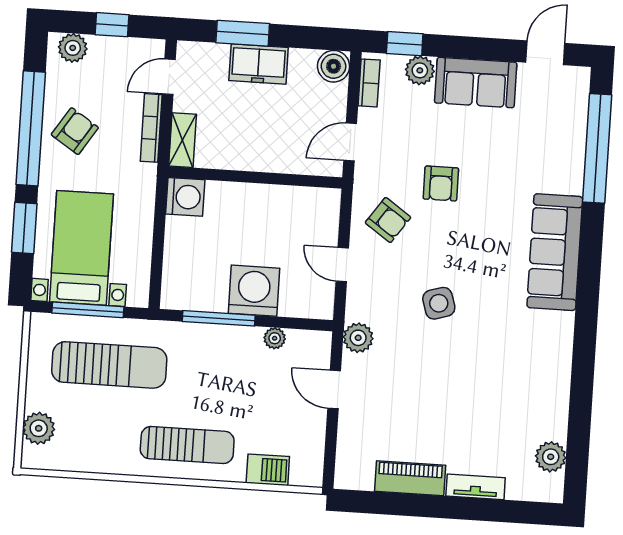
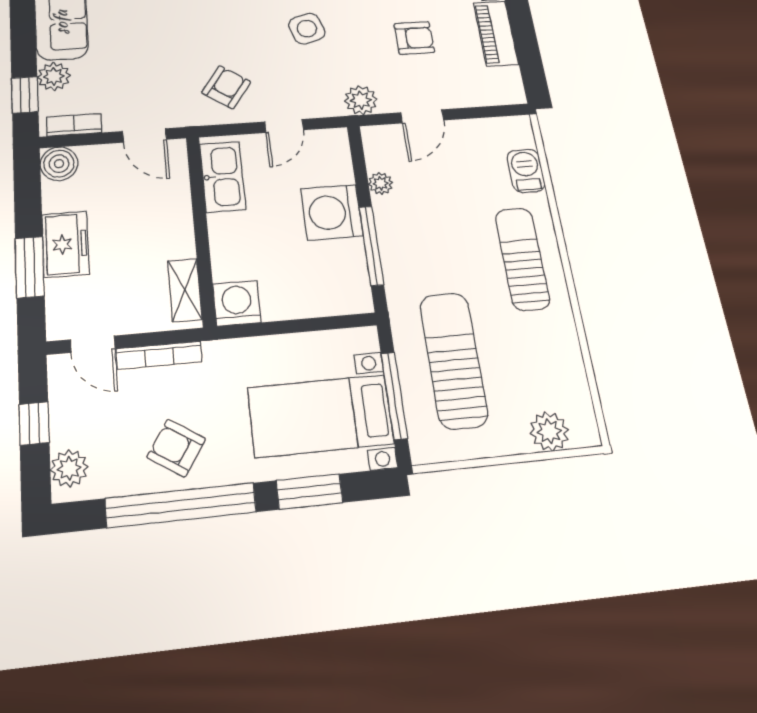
shelving: (183, 140) -> (185, 290), moved, turned 90
armchair: (441, 183) -> (414, 38), moved
kitchen sink: (301, 203) -> (223, 177), added

